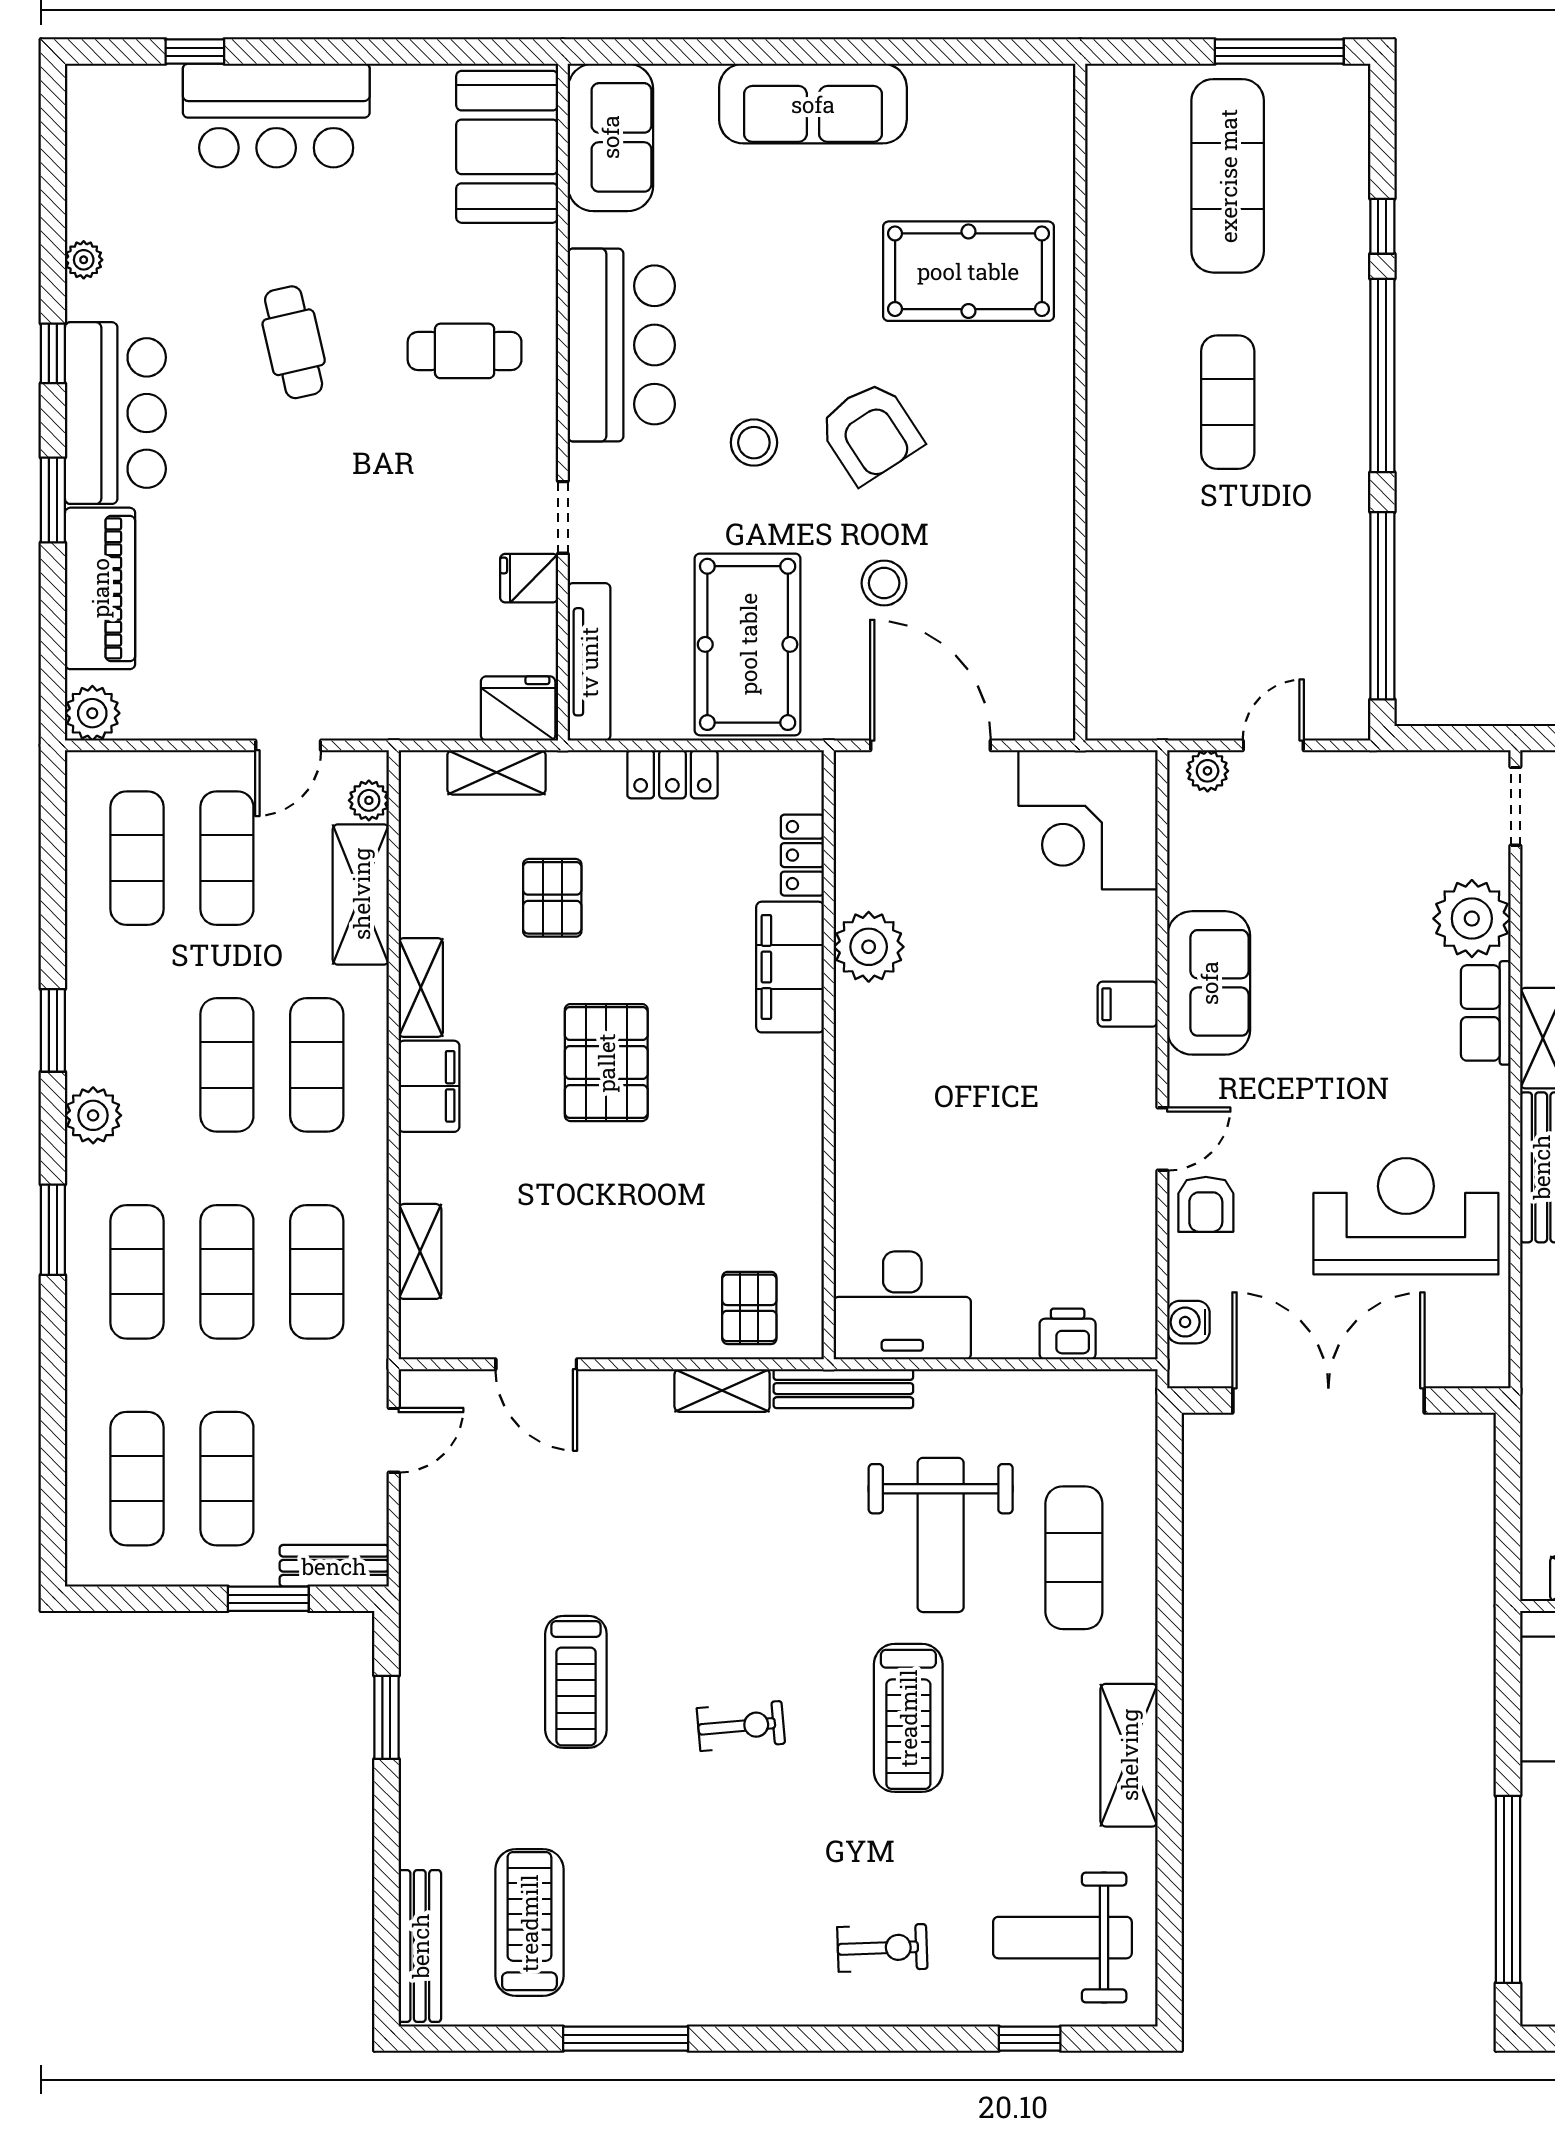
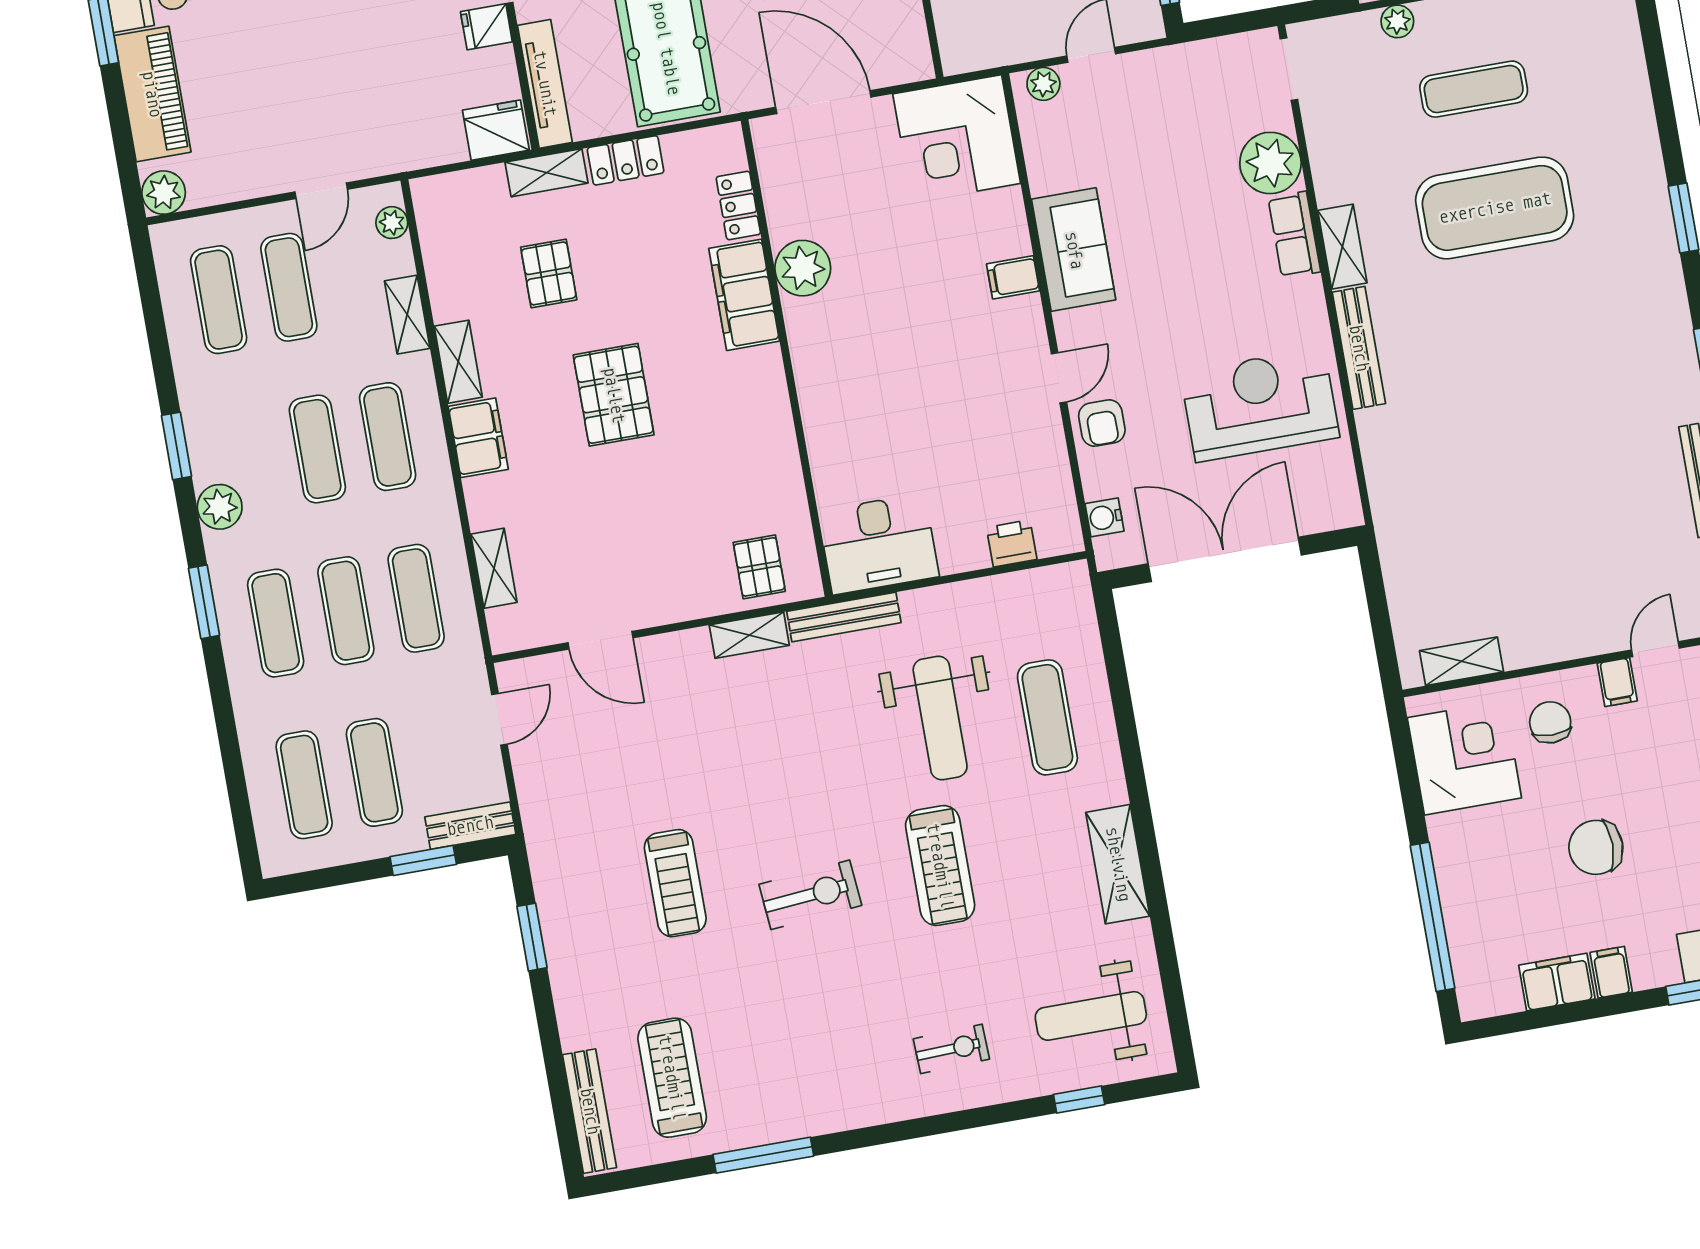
shelving: (497, 772) -> (546, 173), moved
shelving: (361, 894) -> (407, 315), width x0.67, depth x0.75
exercise bike: (741, 1726) -> (810, 895), width x1.38, depth x1.39

